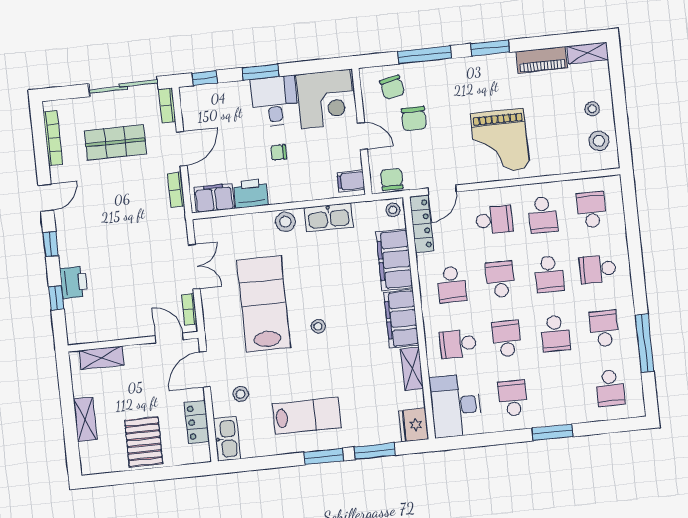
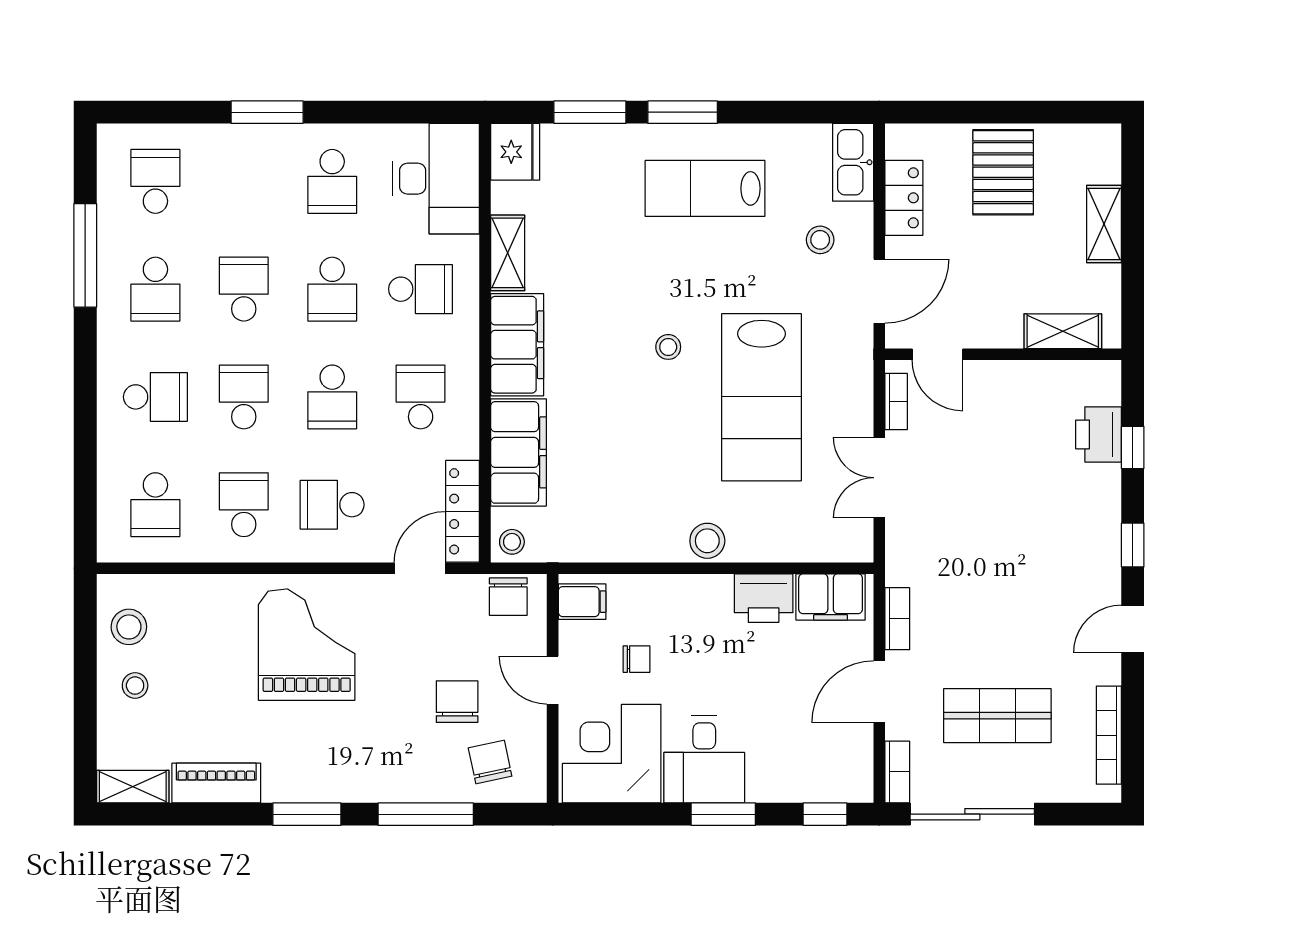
chair: (279, 152) -> (637, 659), moved
kitchen sink: (329, 217) -> (629, 540), removed
printer: (74, 282) -> (1099, 434), moved

